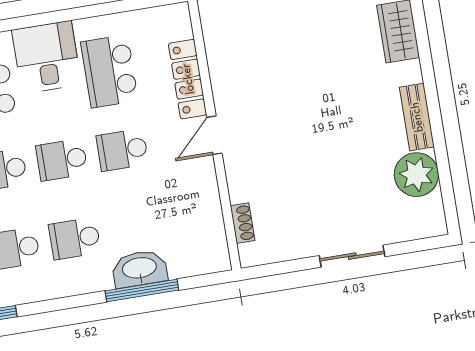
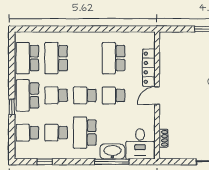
desk: (47, 57) -> (140, 144), moved, turned 180
school desk: (75, 238) -> (85, 133), width x1.85

